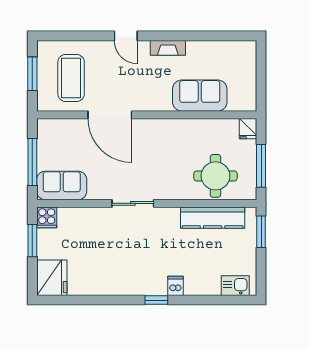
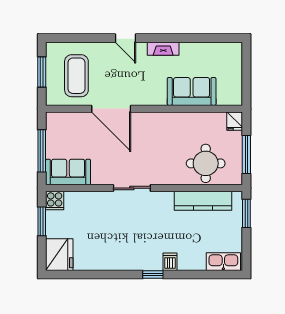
kitchen sink: (235, 286) -> (223, 262), width x1.38

